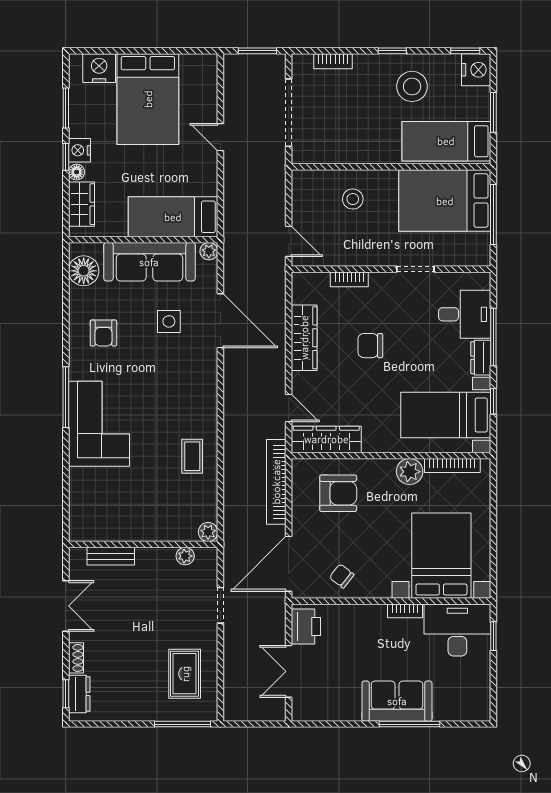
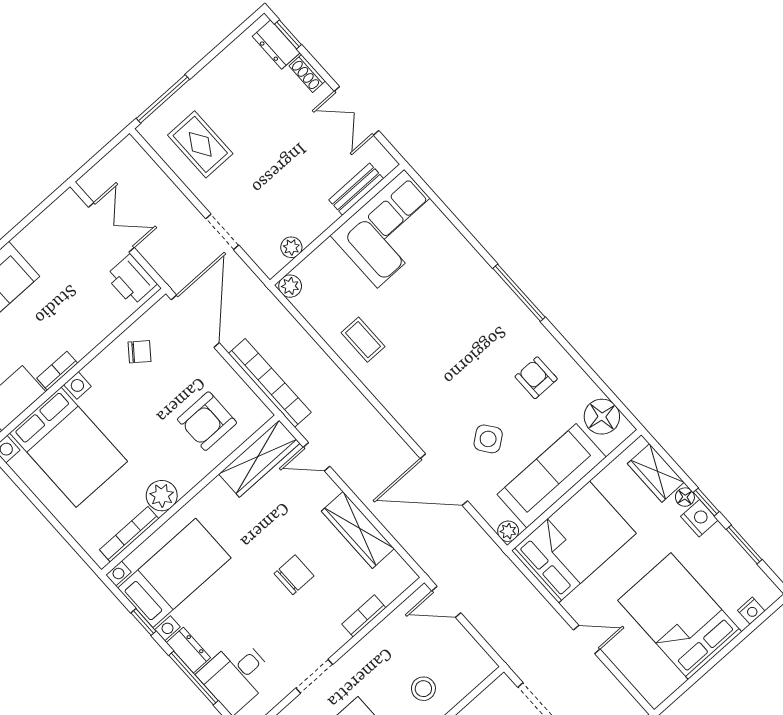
nightstand: (99, 68) -> (751, 611), width x0.53, depth x0.56
bed: (173, 217) -> (574, 542), width x1.50
side table: (169, 321) -> (488, 439), turned -37
corner sofa: (99, 424) -> (391, 229), moved, turned -90

